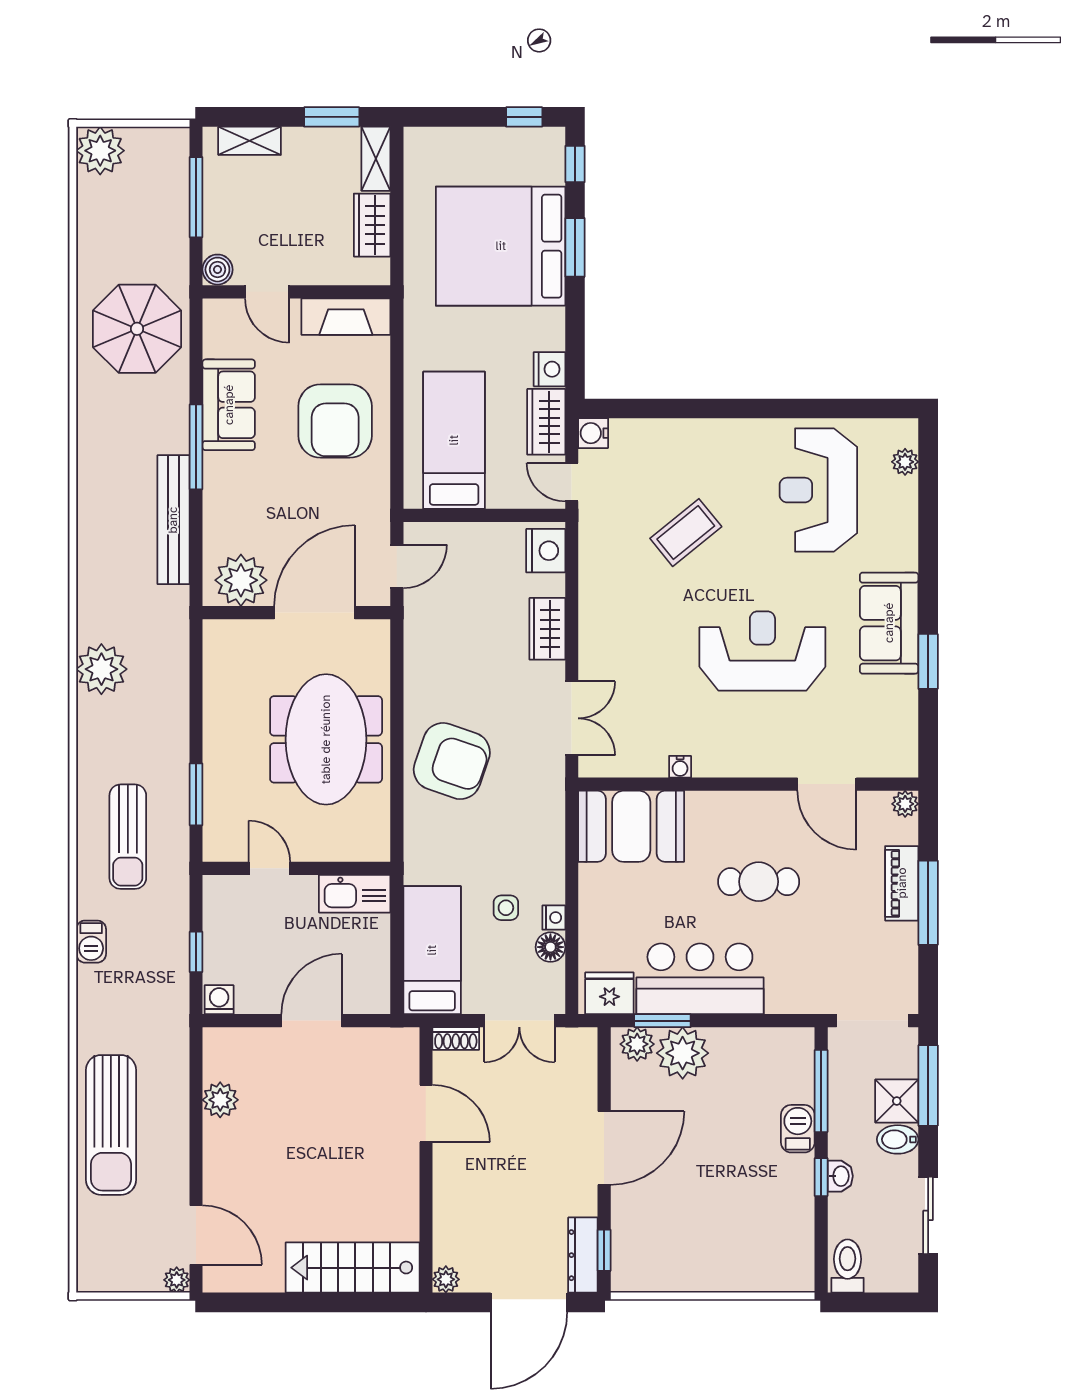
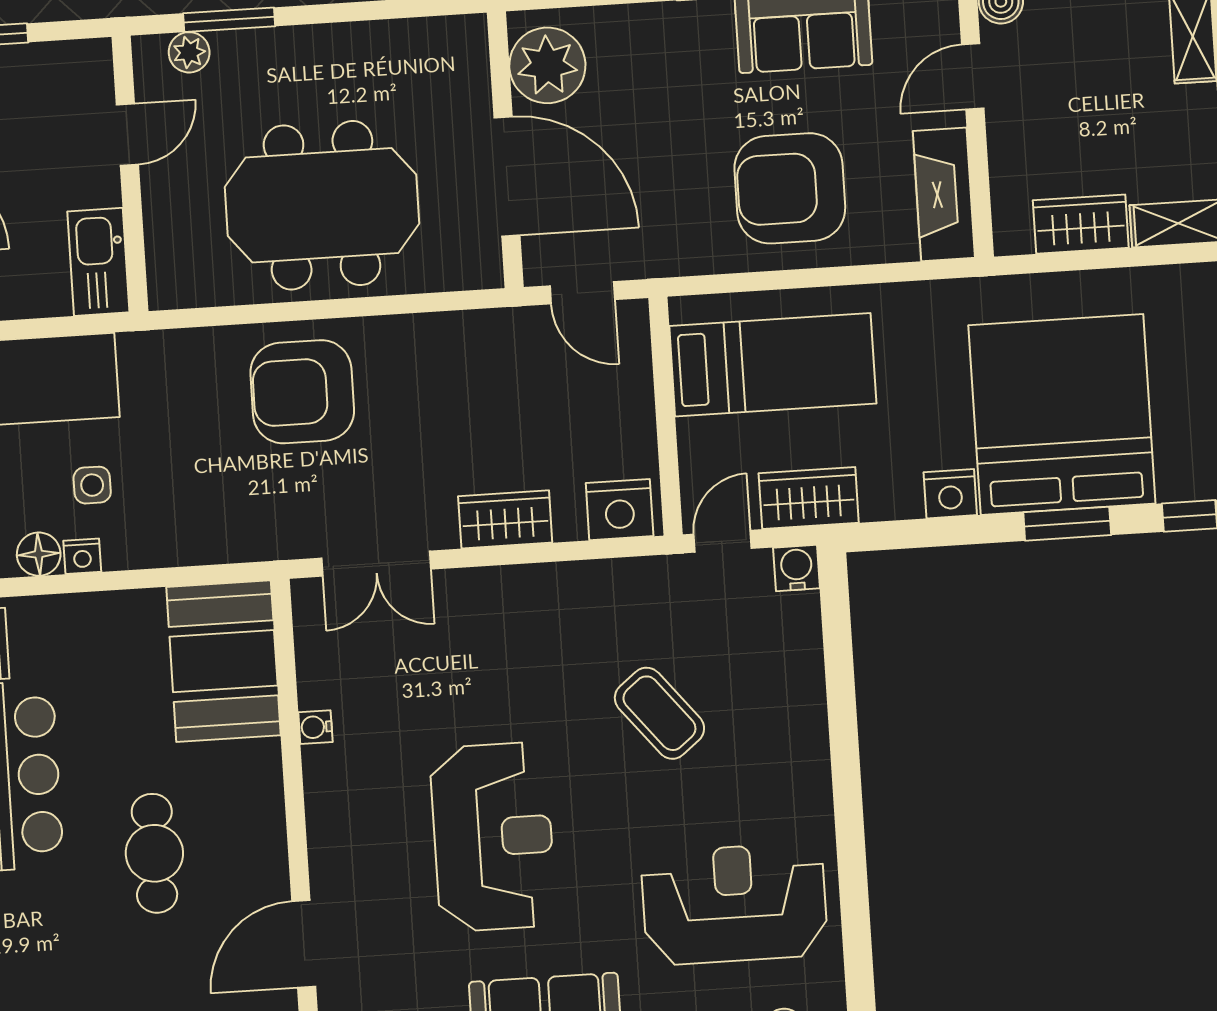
nightstand: (549, 369) -> (950, 494), moved
armchair: (452, 761) -> (302, 392), turned 71
plant: (216, 823) -> (189, 52), added

